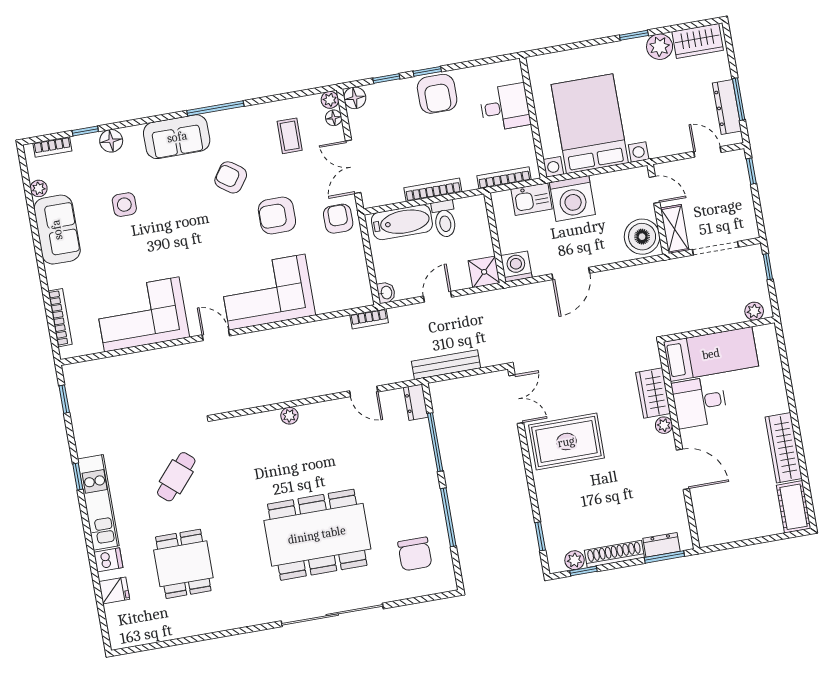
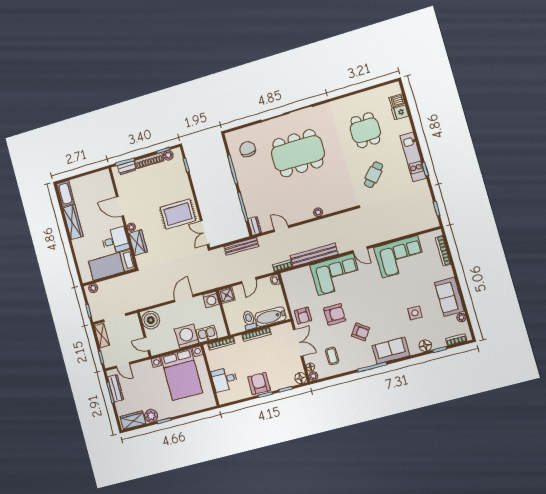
shelving: (675, 229) -> (102, 335), moved
bench: (305, 334) -> (314, 255), added
dishwasher: (108, 560) -> (397, 101), moved

